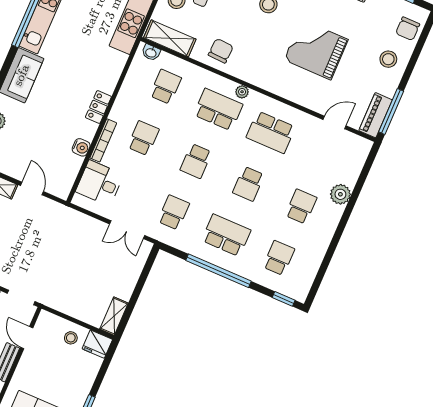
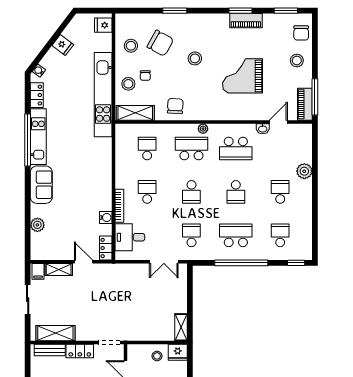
washbasin: (151, 53) -> (263, 129), moved
locker: (98, 107) -> (106, 248), moved

